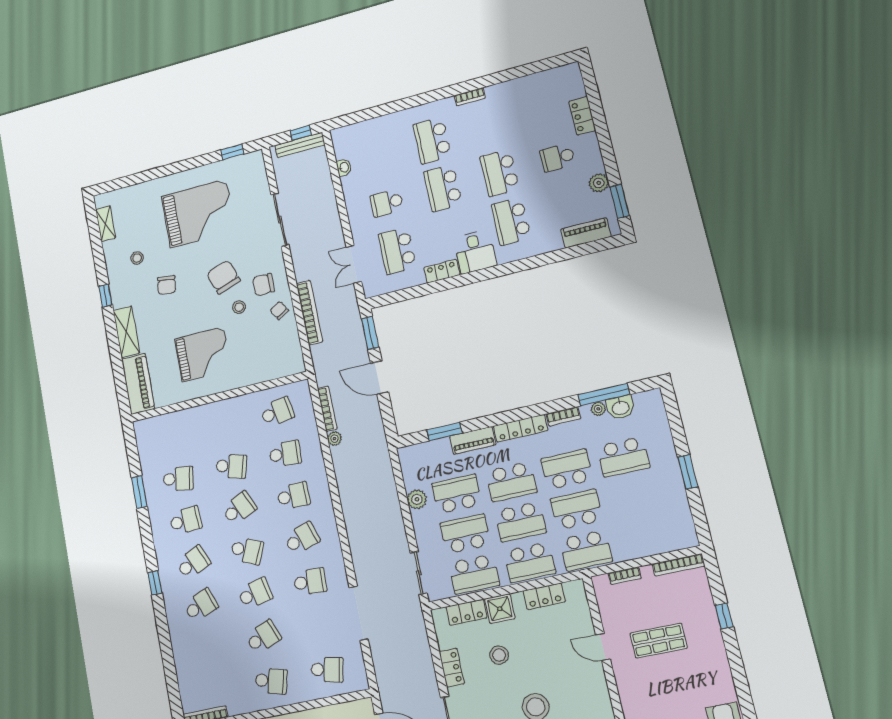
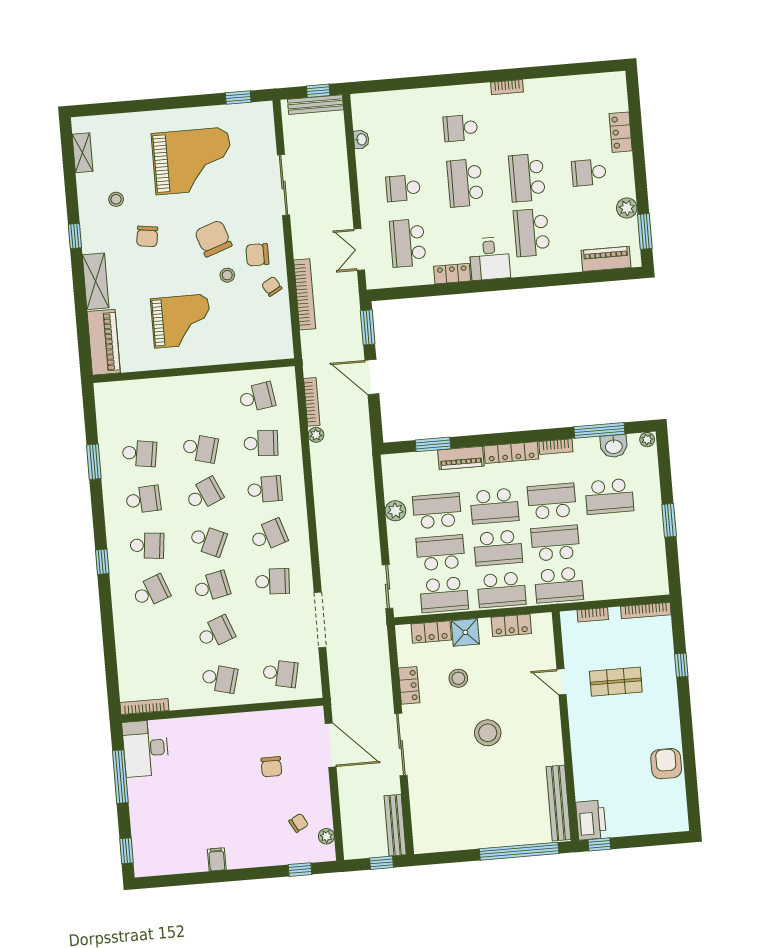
school desk: (432, 141) -> (460, 128), width x0.54
plant: (598, 409) -> (647, 440), moved
school desk: (193, 563) -> (147, 546), turned 30

